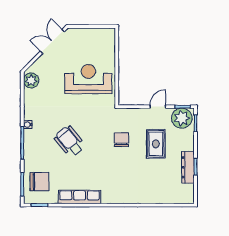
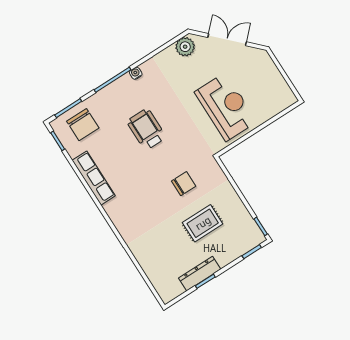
double door: (52, 41) -> (227, 40), moved
door: (158, 107) -> (244, 200), removed
plant: (182, 118) -> (248, 233), removed
wheelchair: (70, 141) -> (146, 129), turned -51

